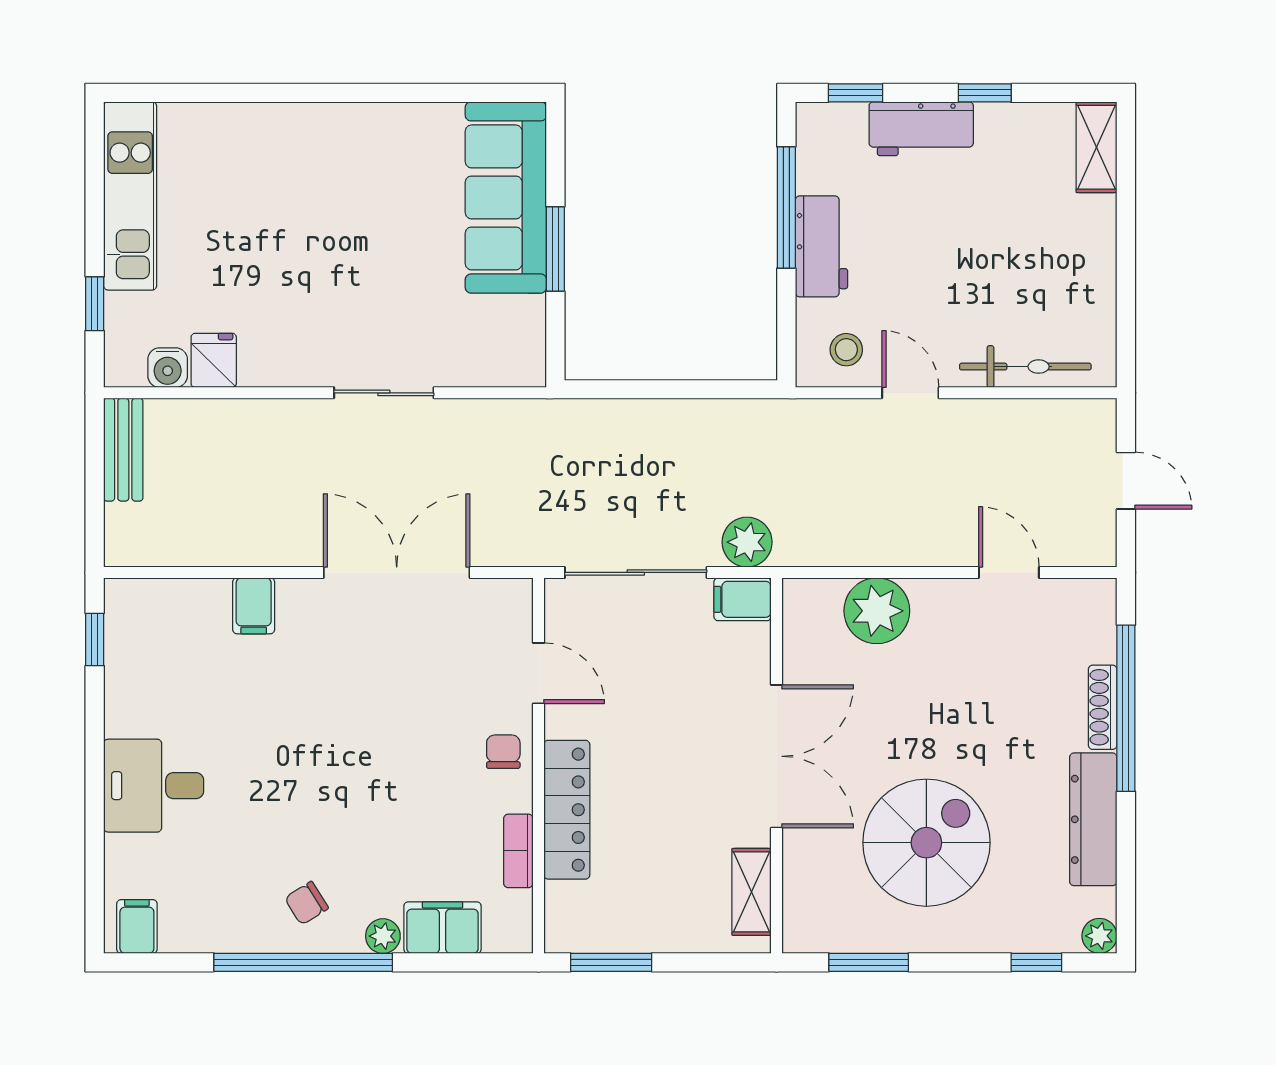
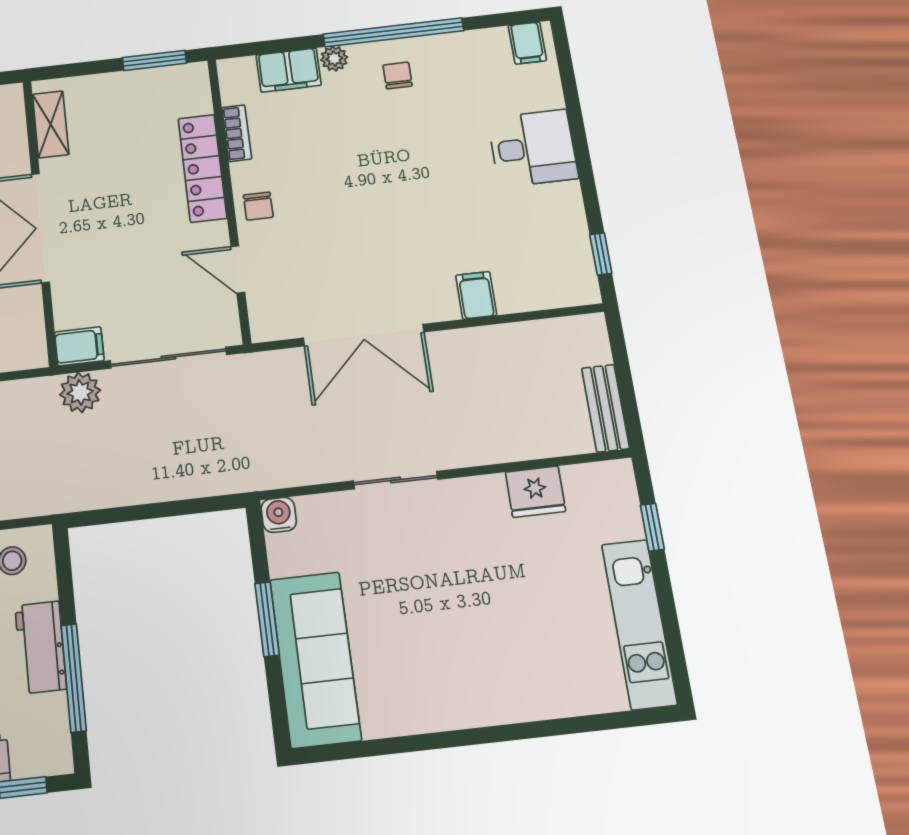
fridge: (214, 360) -> (535, 492), width x1.38
water cooler: (168, 368) -> (279, 515), moved
chair: (306, 903) -> (398, 75), turned -58

